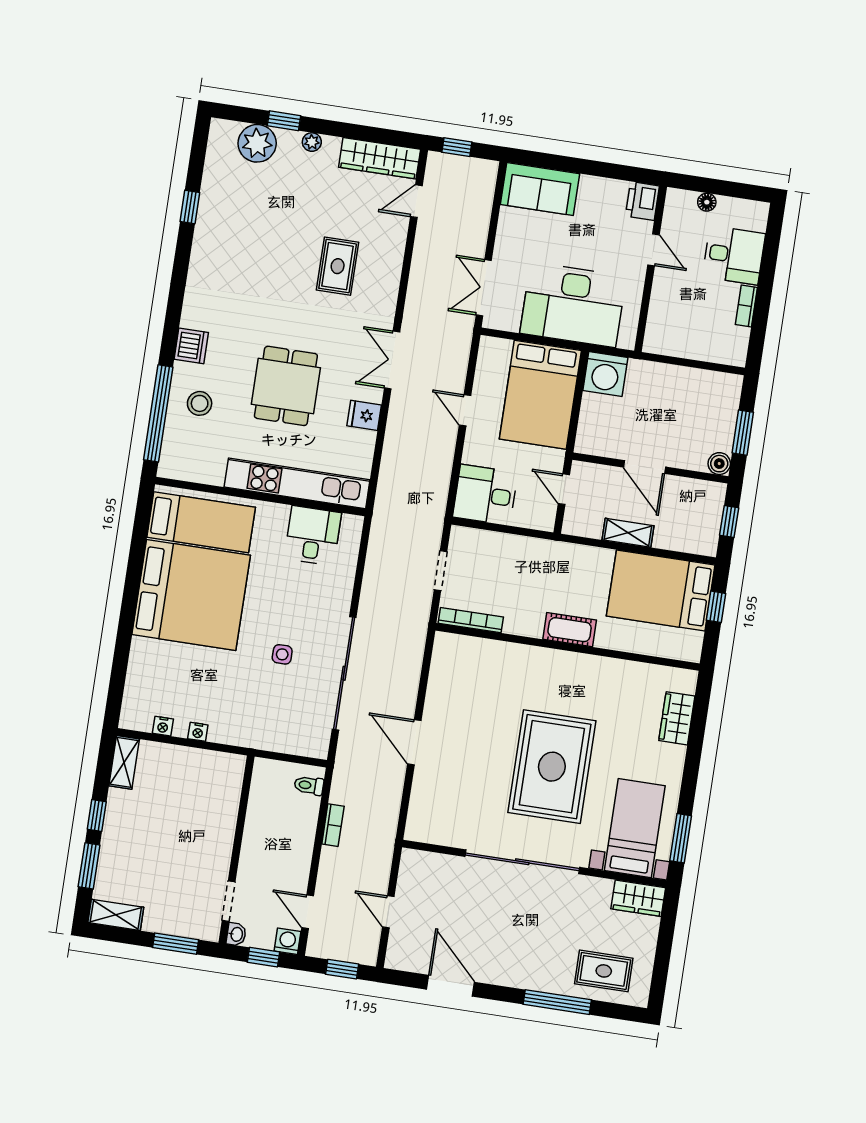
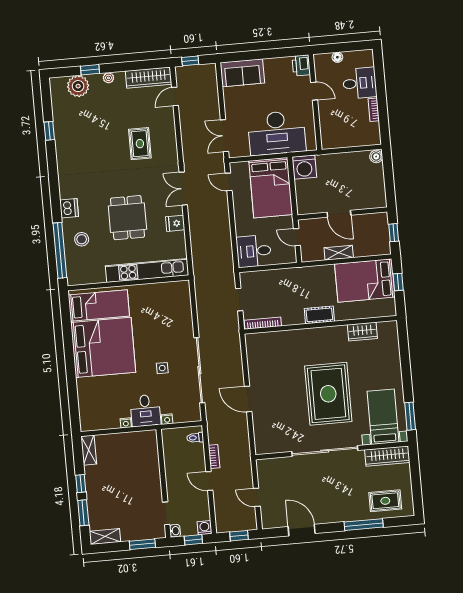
door: (465, 410) -> (229, 182), moved
window: (743, 433) -> (389, 181), removed
boiler: (719, 464) -> (376, 156), moved
desk: (313, 536) -> (145, 410), moved, turned 180
wardrobe: (677, 718) -> (362, 332), moved, turned -90
nightstand: (163, 726) -> (167, 419), moved
wardrobe: (638, 898) -> (387, 456), width x1.50
door: (308, 912) -> (209, 481), moved

